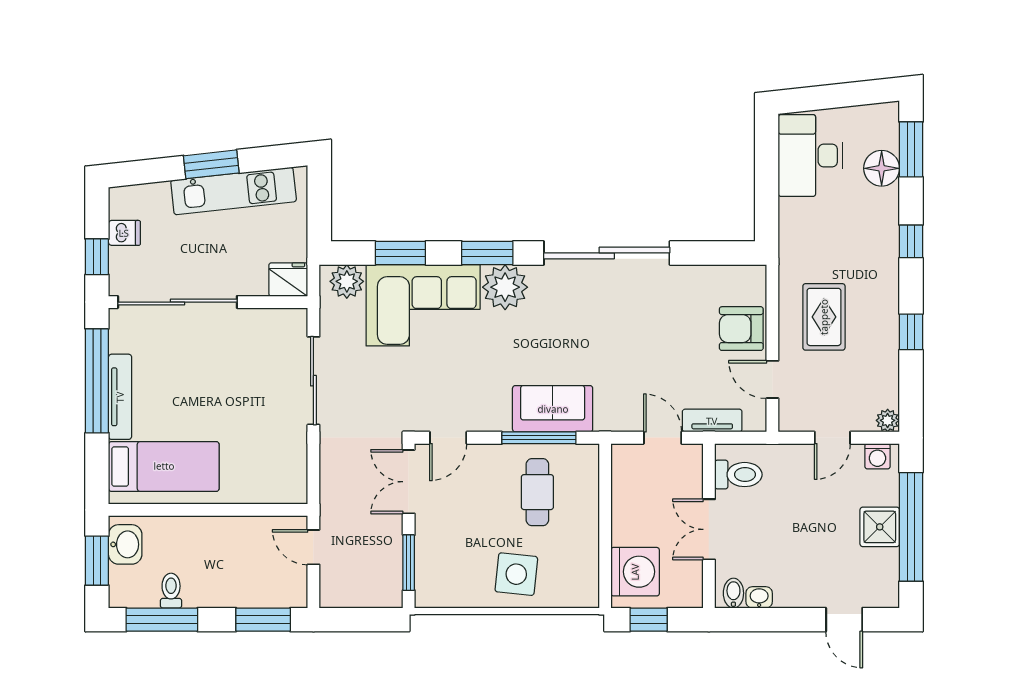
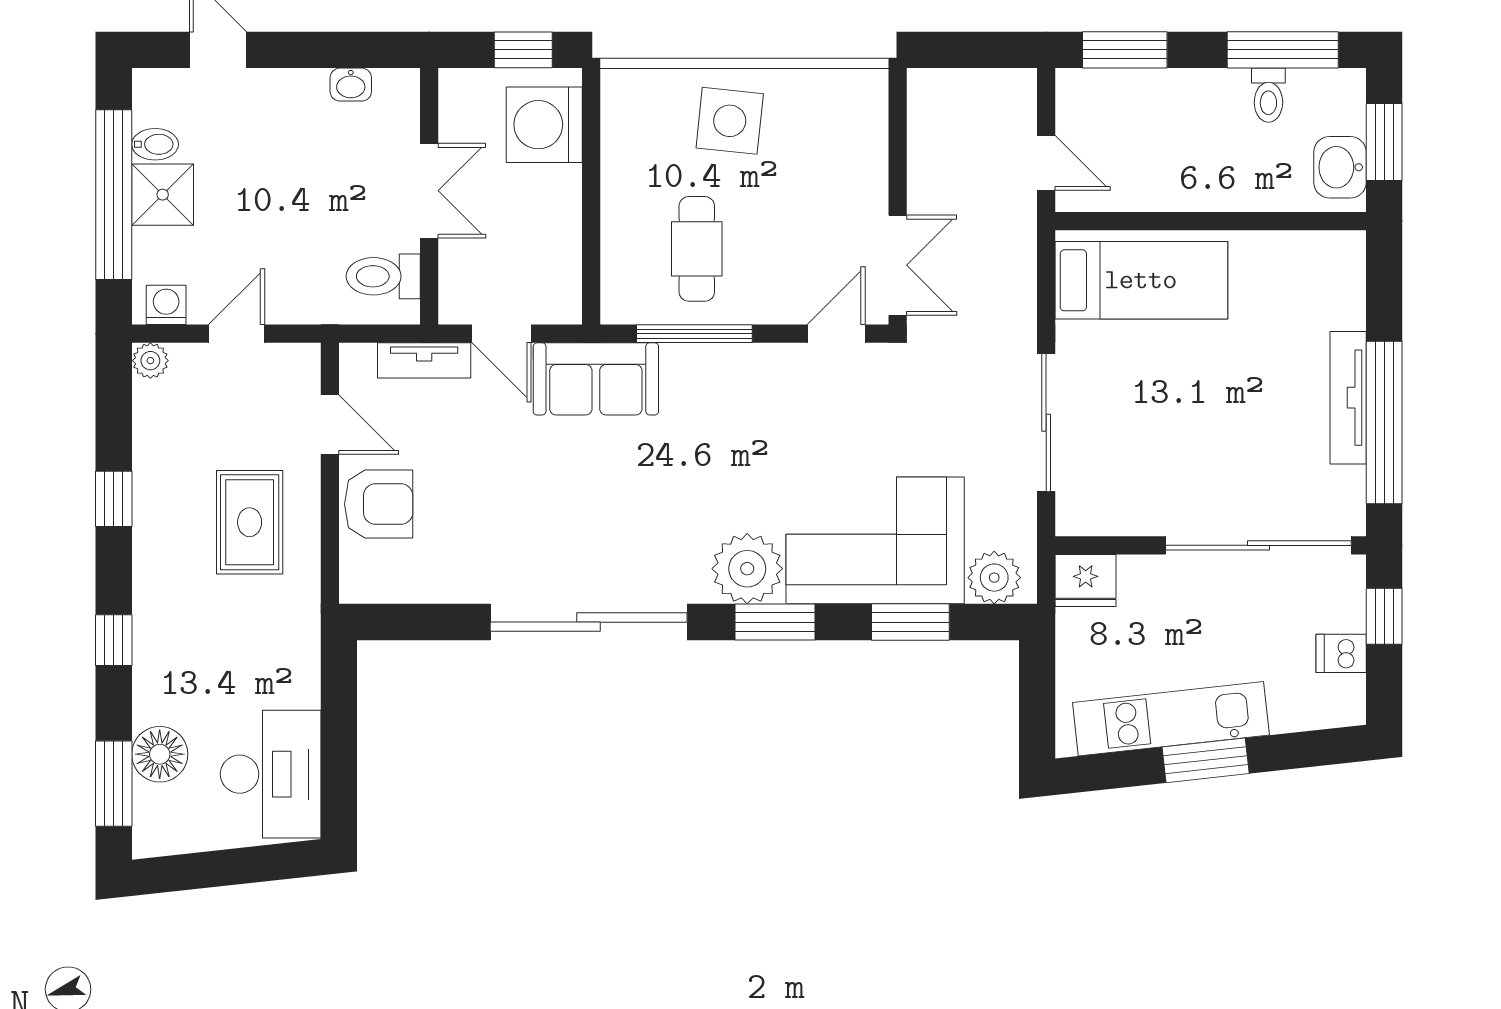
sofa: (553, 409) -> (596, 379), moved
bed: (164, 466) -> (1141, 280), moved, turned 180
window: (409, 563) -> (898, 139), removed
bidet: (733, 593) -> (155, 144), moved, turned -90

